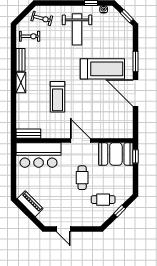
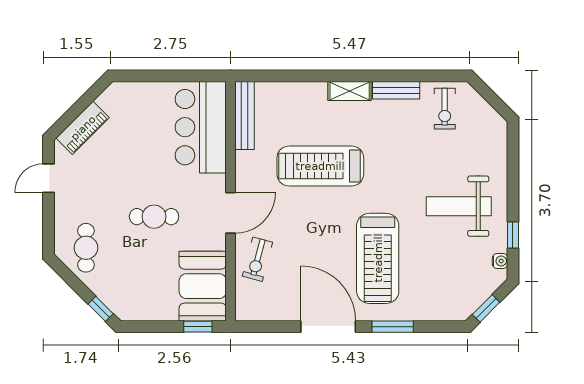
exercise bike: (42, 18) -> (257, 259), moved
door: (136, 93) -> (328, 327), hinge flipped
treadmill: (57, 97) -> (320, 166), width x1.37, depth x1.38
bench: (28, 134) -> (245, 115), width x1.36
cafe table: (103, 200) -> (86, 248), moved
piano: (30, 204) -> (83, 128), moved
window: (120, 211) -> (101, 309), moved

